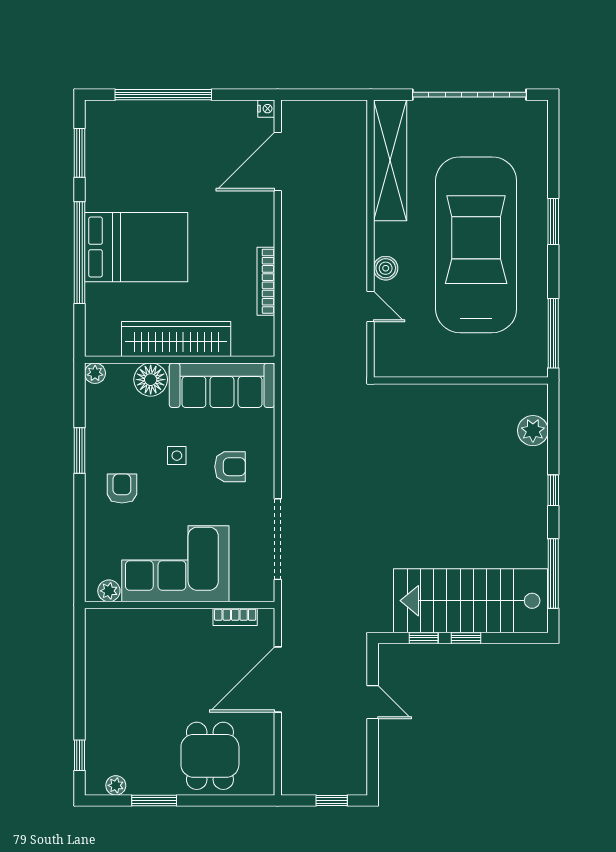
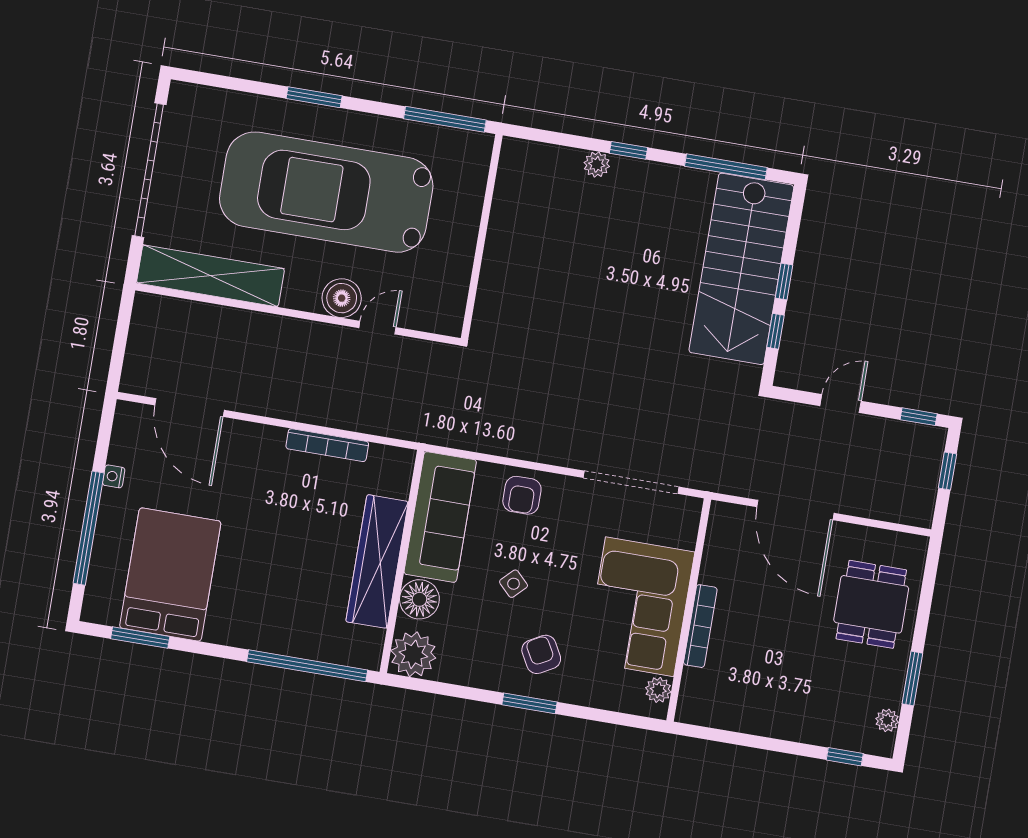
nightstand: (266, 109) -> (114, 476), moved, turned -90
bed: (136, 247) -> (170, 575), moved
window: (80, 253) -> (307, 666), moved
boiler: (386, 268) -> (342, 298), width x1.36, depth x1.36
plant: (95, 373) -> (413, 654), width x1.88, depth x1.88
plant: (533, 431) -> (597, 164), moved, width x0.73, depth x0.73
window: (80, 450) -> (530, 703), moved
side table: (177, 456) -> (514, 584), turned 45
armchair: (230, 467) -> (522, 495), moved, turned 180
armchair: (122, 489) -> (541, 654), turned 61
bookcase: (235, 617) -> (700, 626), moved, width x1.56
dining table: (210, 756) -> (871, 604), turned 90
window: (373, 769) -> (919, 417), added

